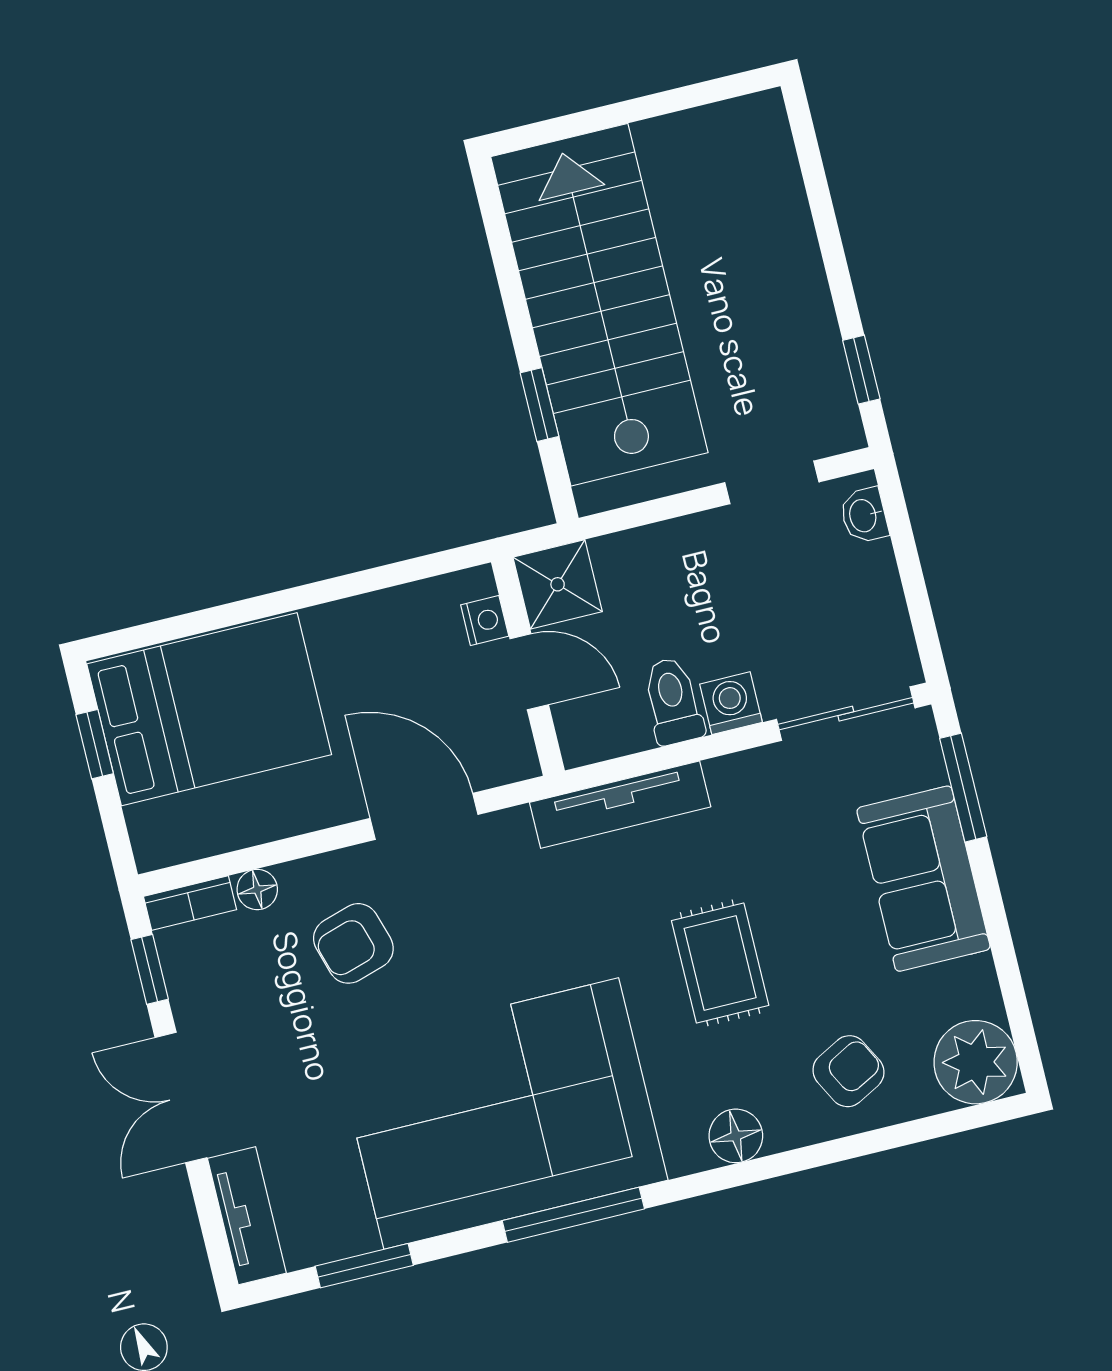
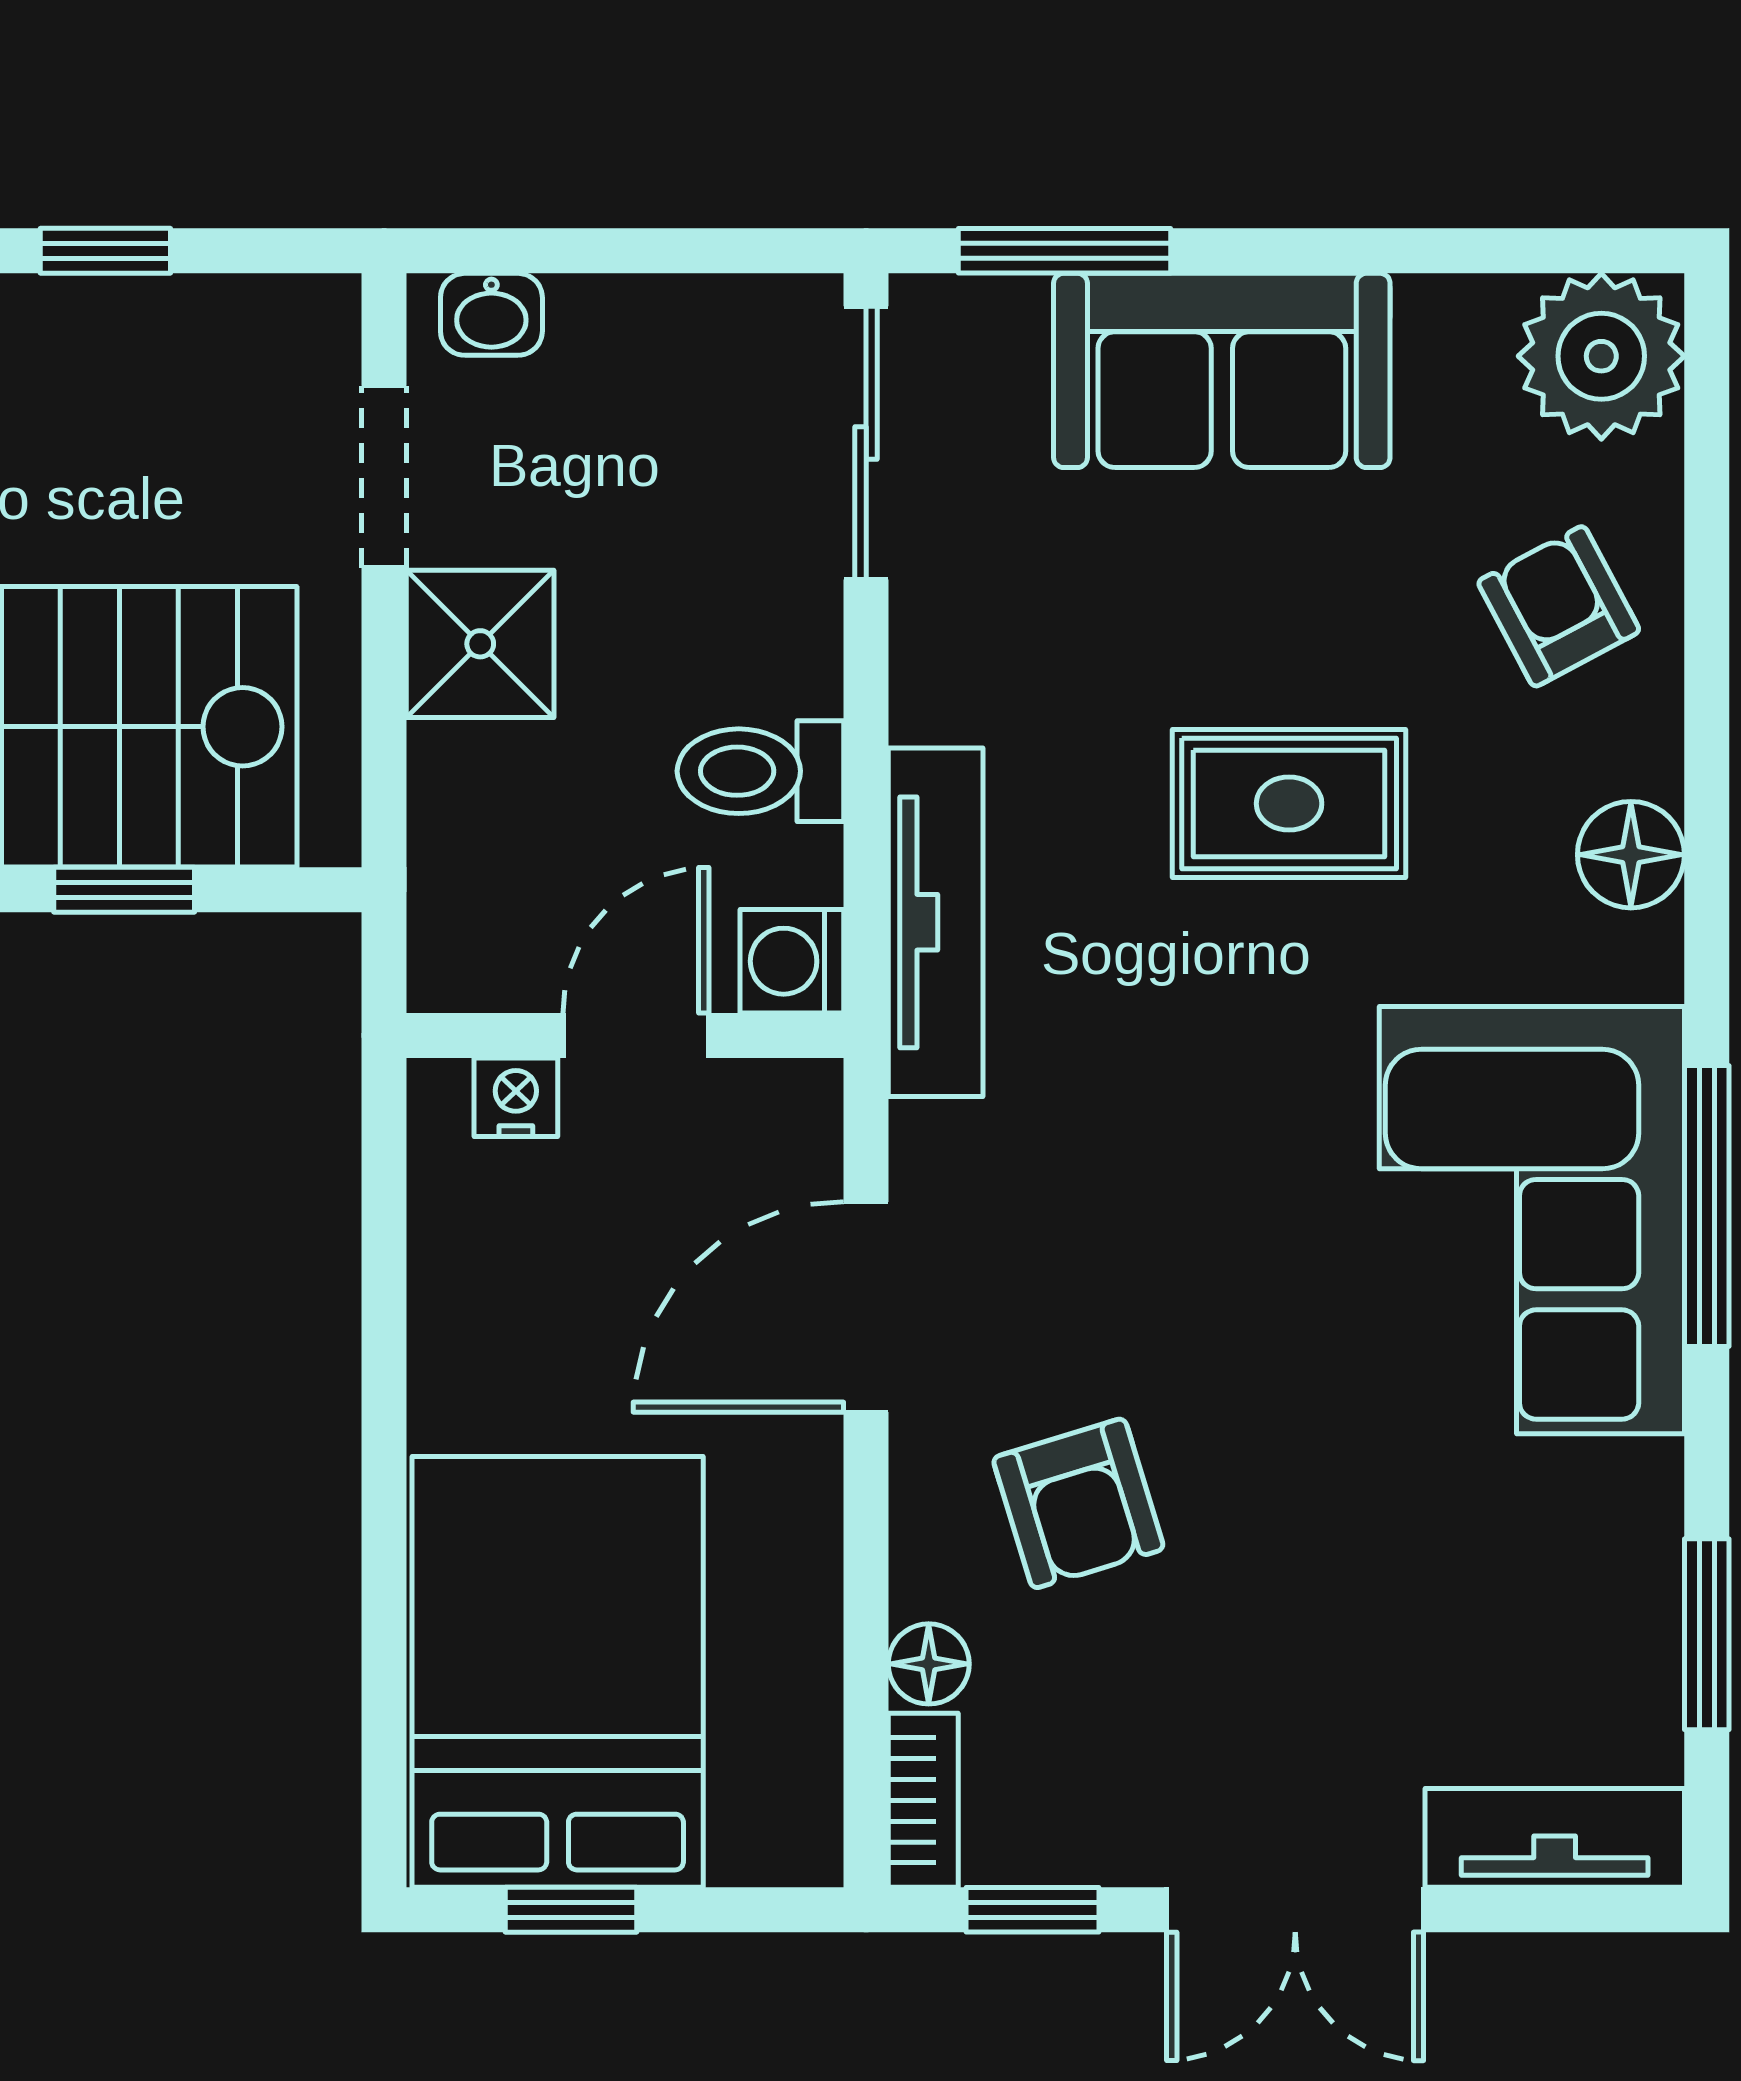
window: (861, 370) -> (105, 251), moved
shower: (558, 584) -> (480, 644), moved
washing machine: (731, 703) -> (792, 961), moved
corner sofa: (501, 1114) -> (1532, 1220), width x0.73, depth x0.74

